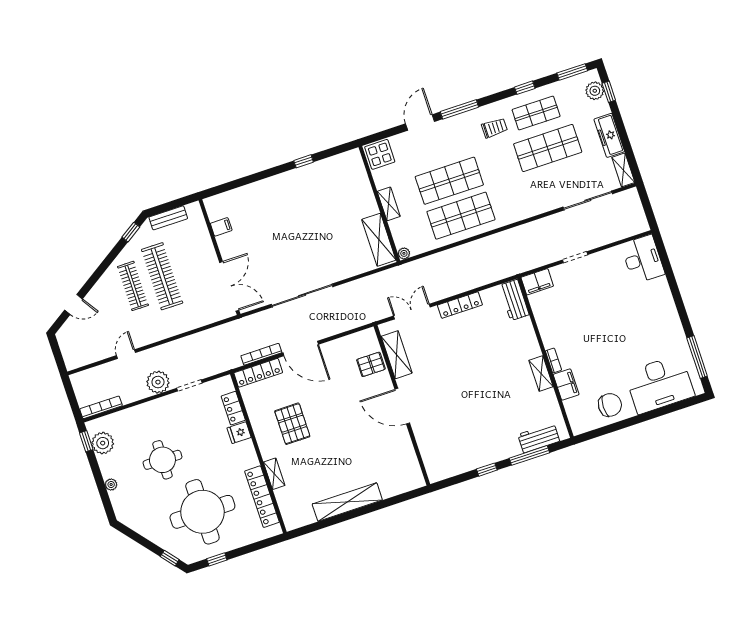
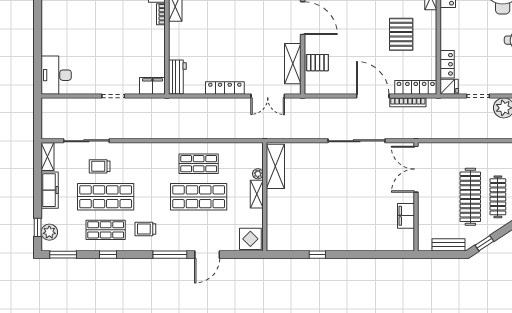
trolley: (565, 178) -> (100, 166), added
shop shelf: (461, 216) -> (199, 164), width x0.70, depth x0.74
filing cabinet: (221, 227) -> (406, 216), width x2.00
plant: (404, 253) -> (258, 174), moved
fridge: (239, 433) -> (449, 87), moved

